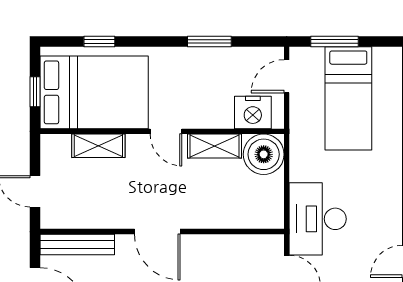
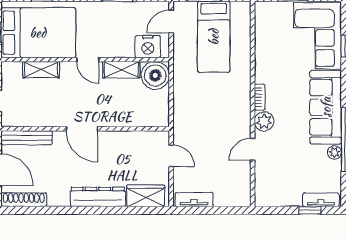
desk: (318, 219) -> (193, 120), removed

